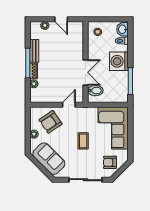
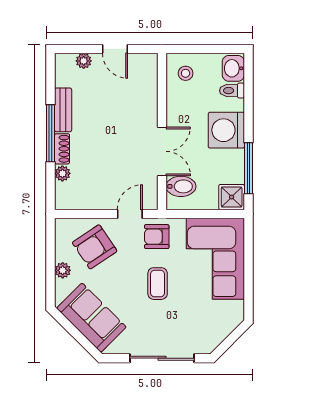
shower: (122, 96) -> (232, 197), added
armchair: (110, 162) -> (157, 237), moved

